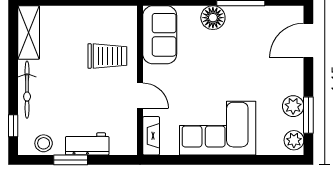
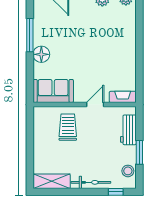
corner sofa: (218, 128) -> (117, 51), removed
workbench: (87, 144) -> (128, 130), moved

